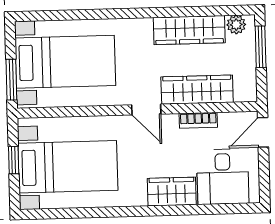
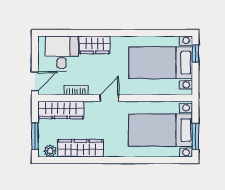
window: (11, 80) -> (195, 136), moved
wardrobe: (197, 90) -> (61, 110), moved
door: (146, 110) -> (109, 98), hinge flipped
window: (14, 160) -> (195, 54), moved

